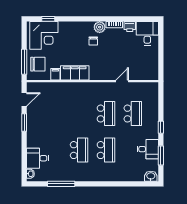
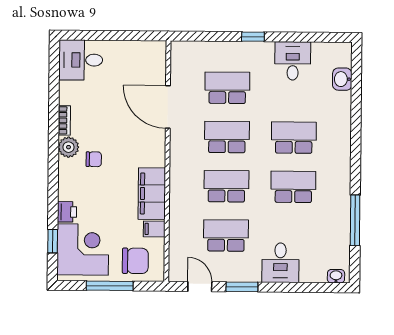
printer: (130, 27) -> (67, 212), moved
window: (24, 62) -> (110, 286), moved
chair: (38, 64) -> (135, 261), turned 90
door: (122, 81) -> (168, 107), width x1.88
school desk: (52, 114) -> (226, 235), added
school desk: (79, 114) -> (226, 186), added
window: (161, 155) -> (305, 37), removed
desk: (38, 158) -> (280, 263), moved
washbasin: (151, 176) -> (342, 79), moved

